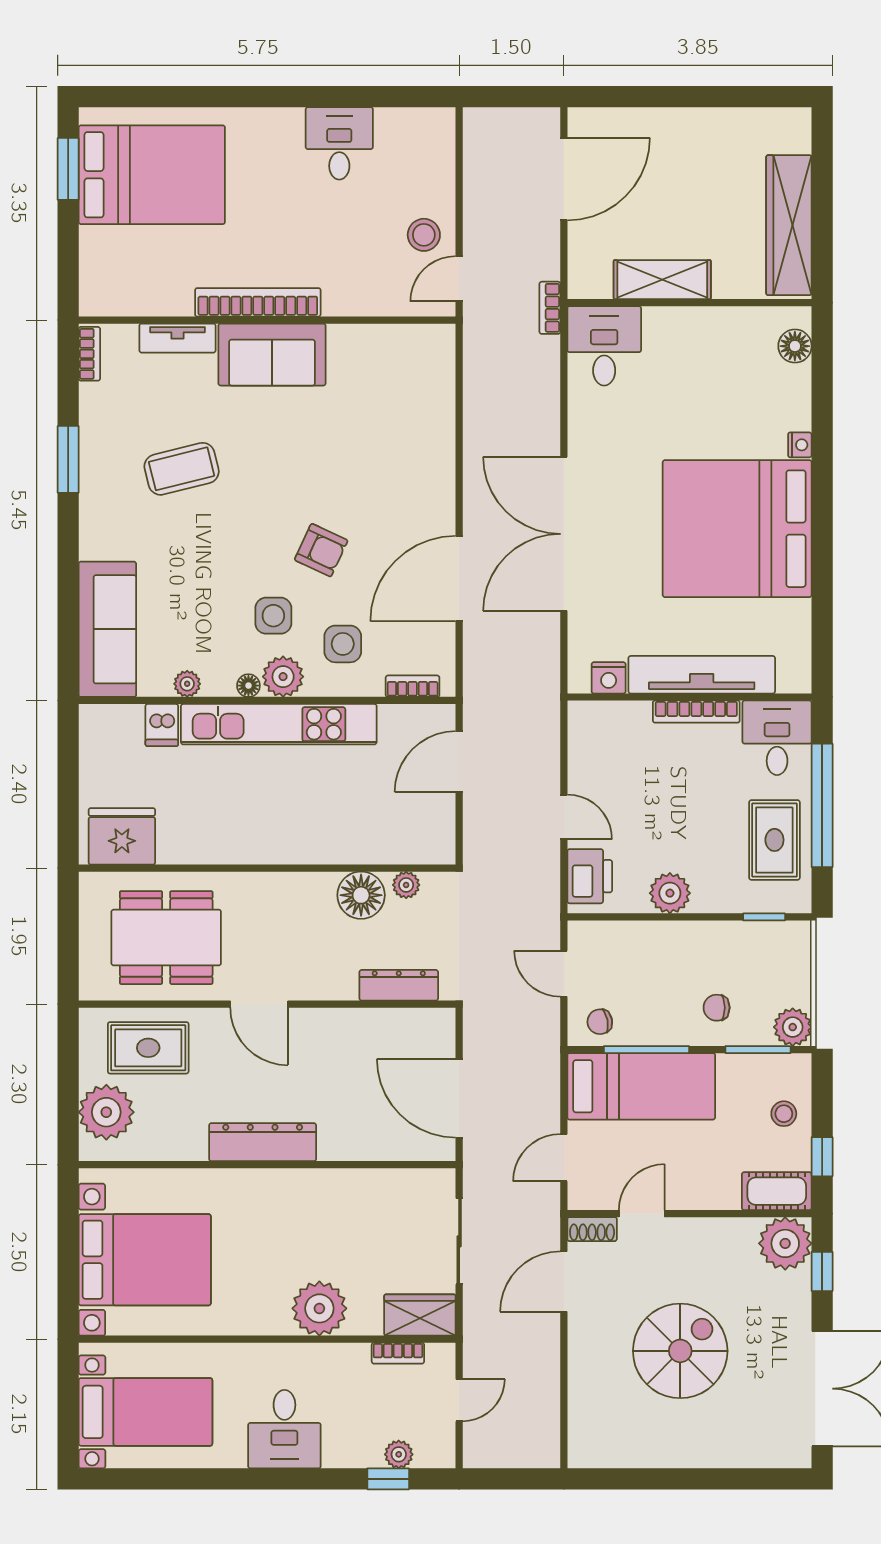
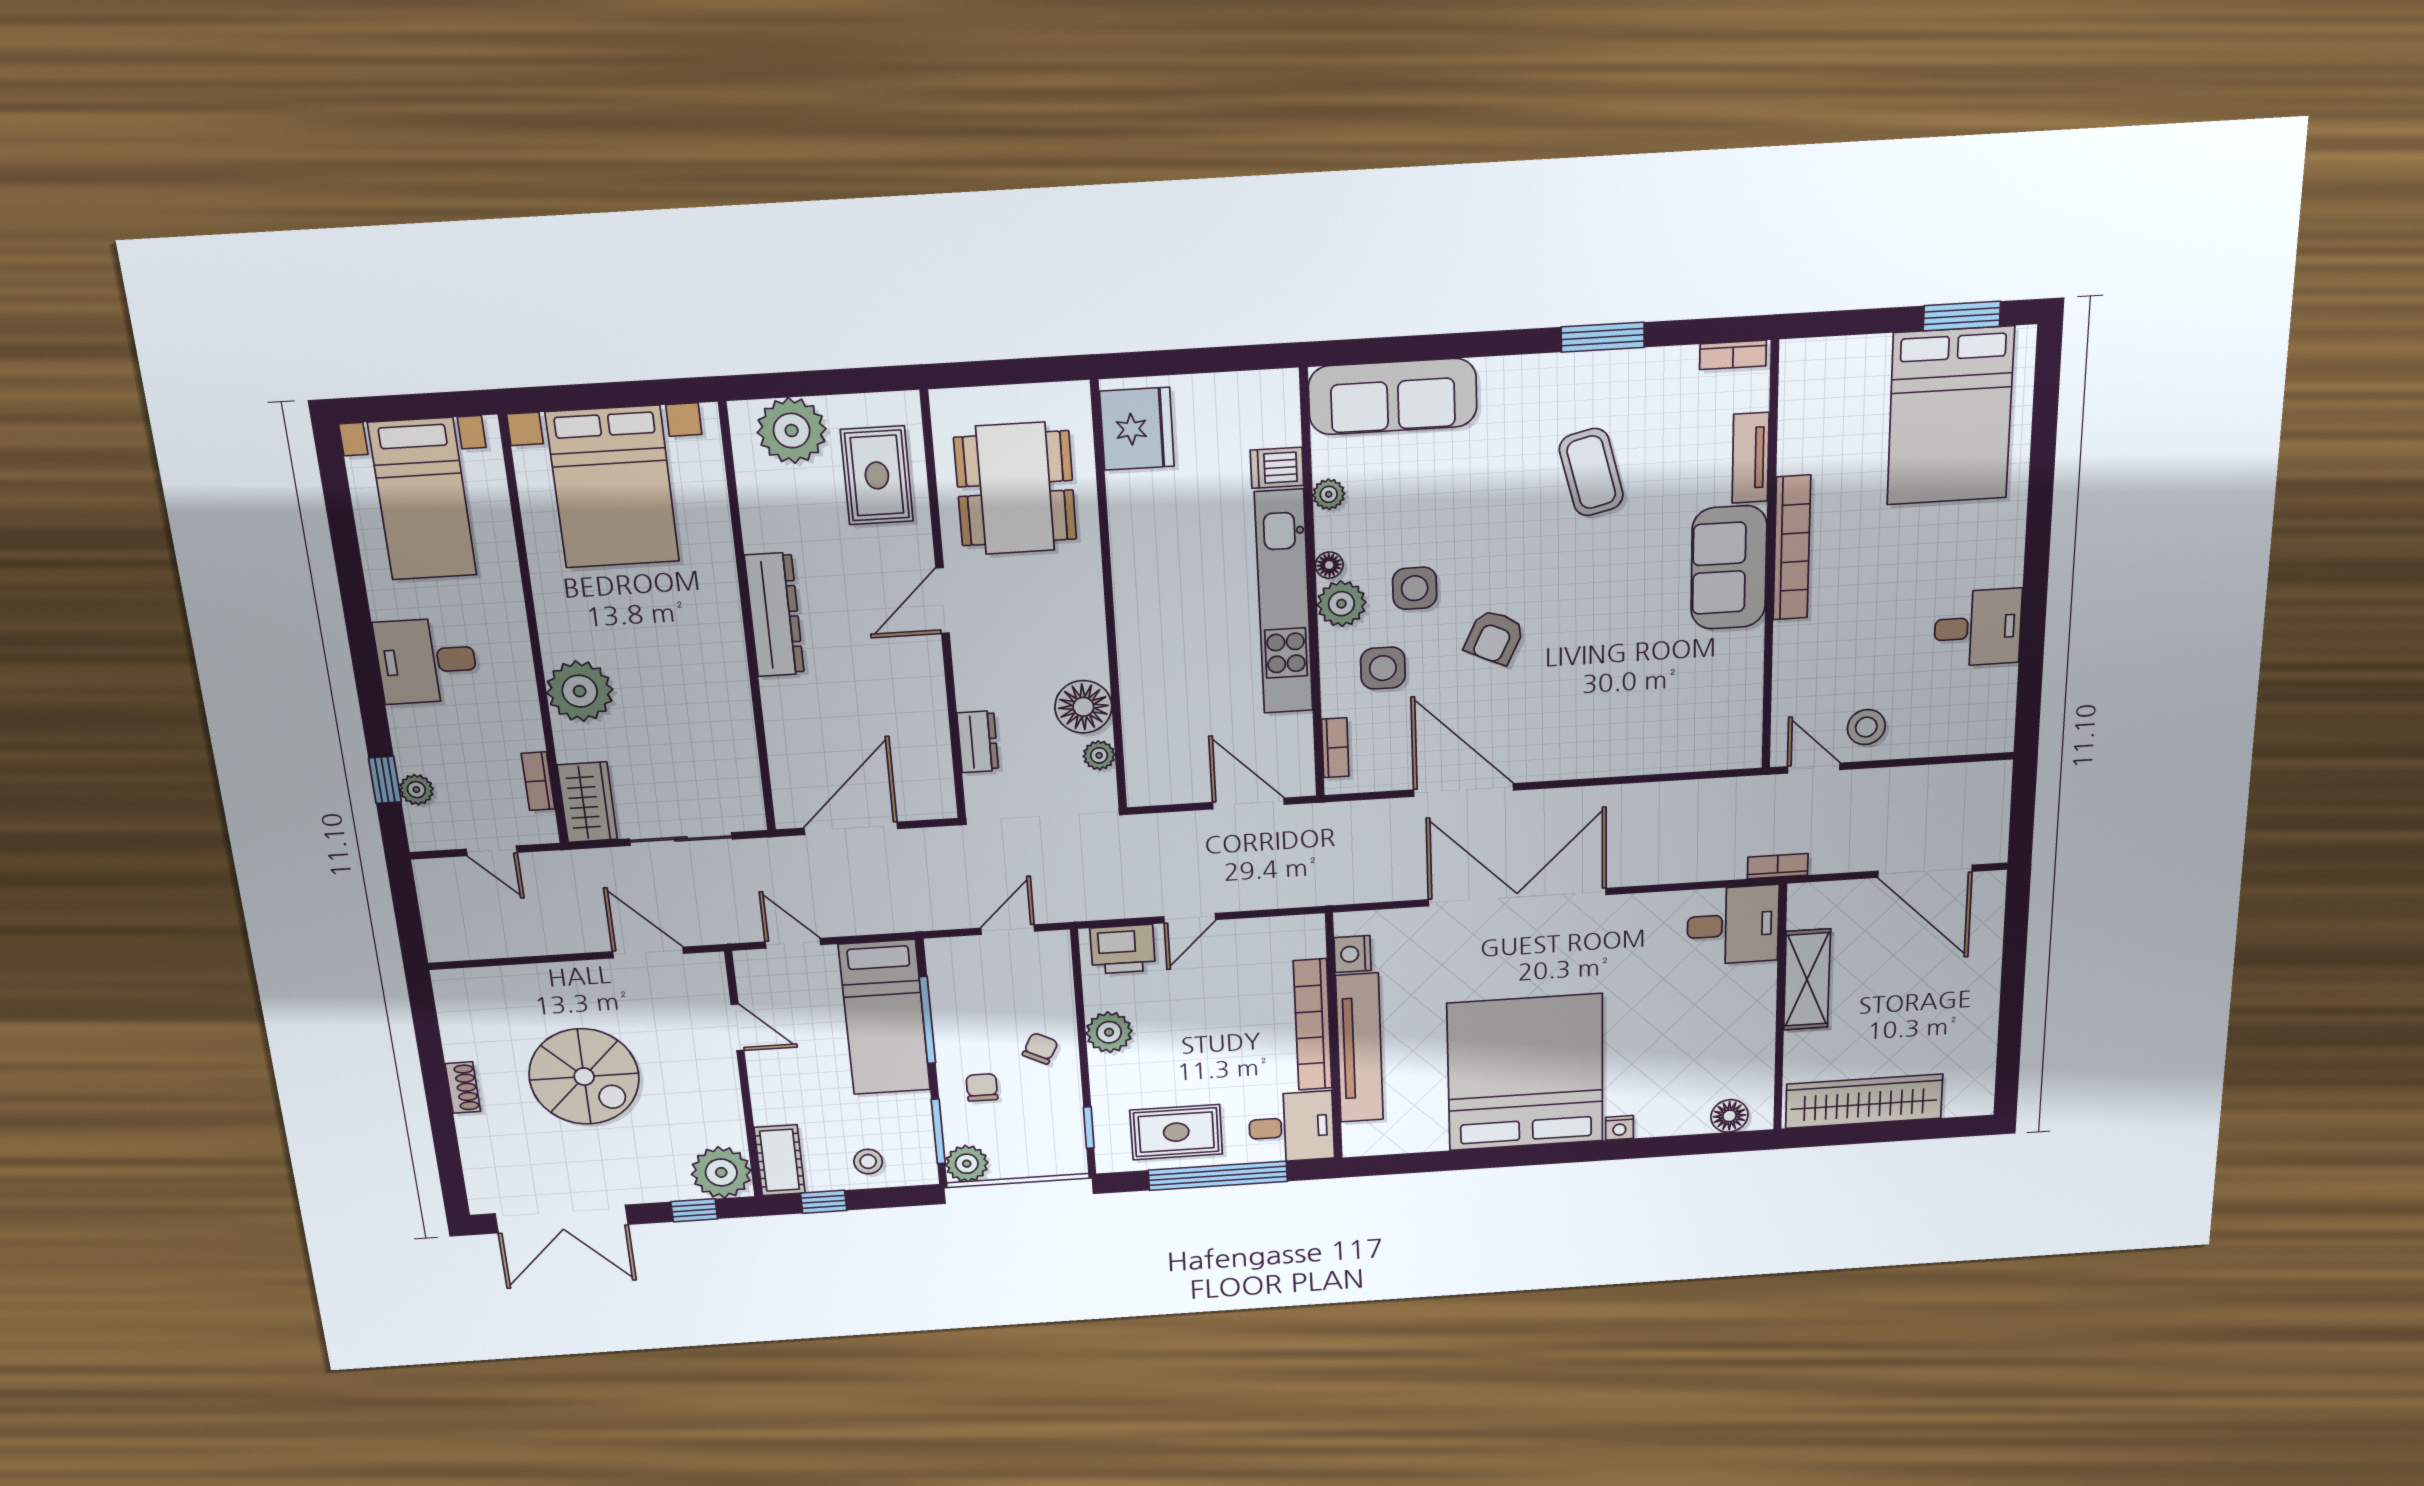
bookcase: (696, 712) -> (1313, 1025), width x1.48, depth x1.31
dresser: (399, 985) -> (978, 742), width x0.70
chair: (600, 1022) -> (1040, 1048), moved, turned 38
shoe rack: (592, 1229) -> (463, 1088), moved, turned 180

